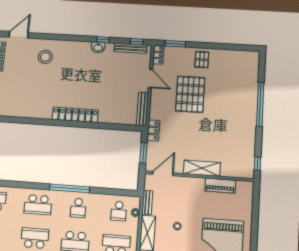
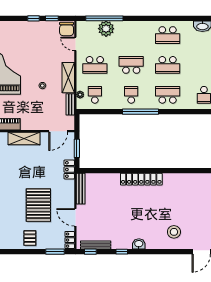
washbasin: (98, 47) -> (139, 244), moved

